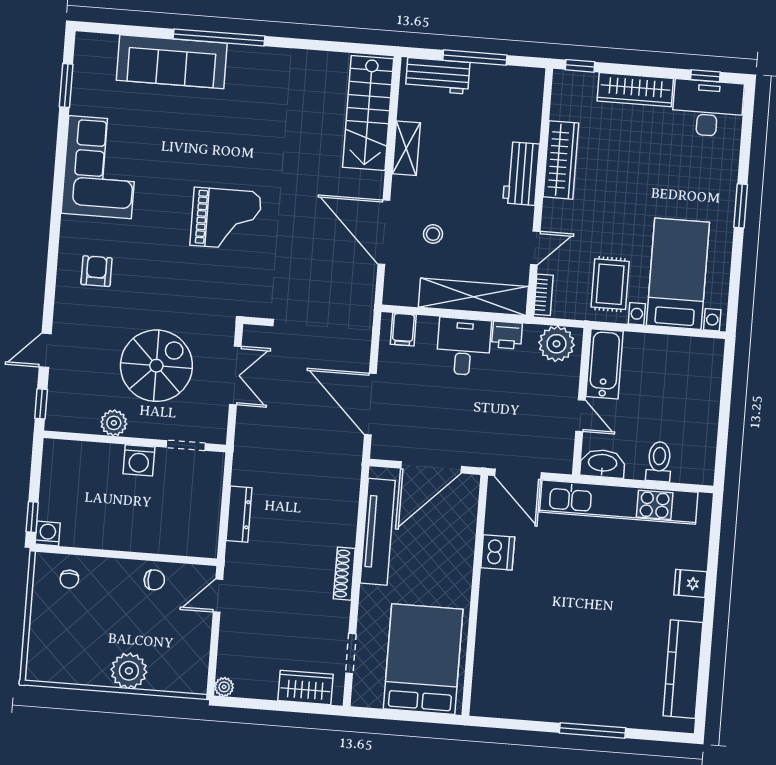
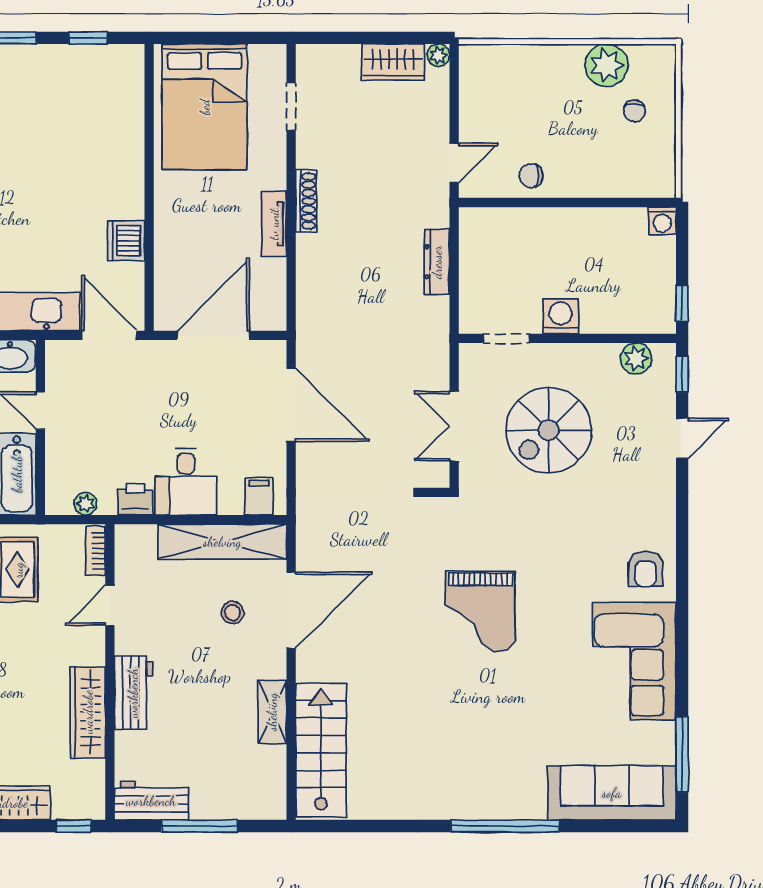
sofa: (172, 62) -> (612, 793), moved
workbench: (438, 76) -> (151, 801), moved
window: (66, 86) -> (682, 755), width x1.44
grand piano: (226, 219) -> (480, 611), turned -90
door: (384, 232) -> (291, 610), hinge flipped
armchair: (97, 271) -> (646, 569), moved
shelving: (473, 297) -> (222, 542), moved
plant: (557, 344) -> (86, 504), width x0.53, depth x0.53
plant: (114, 423) -> (636, 358), moved
window: (32, 517) -> (682, 303), moved
tv unit: (378, 532) -> (274, 224), width x0.52, depth x0.78
chair: (69, 579) -> (635, 111), moved, turned 180
plant: (129, 671) -> (606, 65), moved
wardrobe: (306, 687) -> (393, 62), moved
window: (516, 724) -> (88, 38), added

